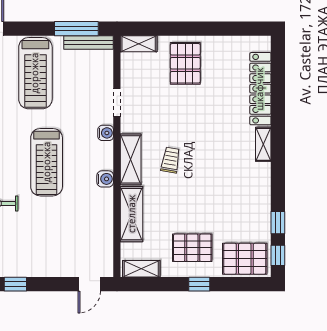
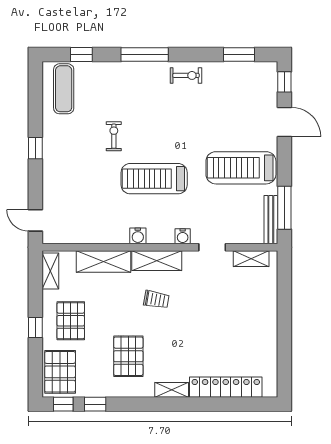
shelving: (139, 44) -> (251, 259), moved, turned 90
pallet: (185, 63) -> (128, 356), moved, turned 90

